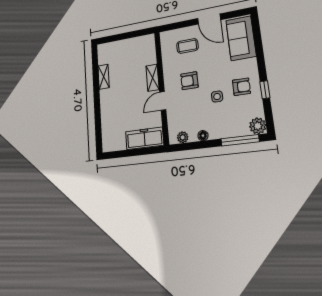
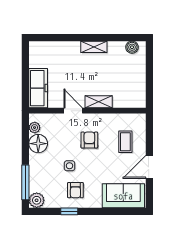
boiler: (103, 56) -> (132, 47), added
shelving: (104, 77) -> (94, 47), moved
floor lamp: (203, 136) -> (38, 144), width x1.89, depth x1.89

